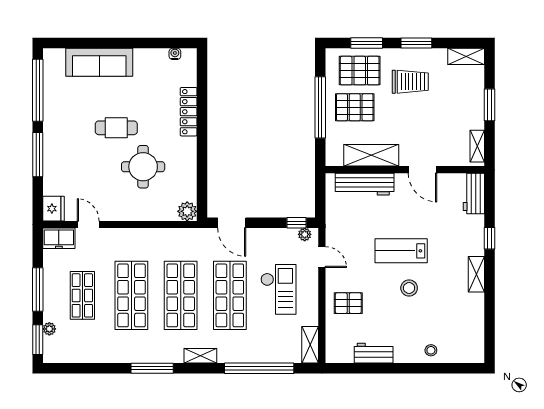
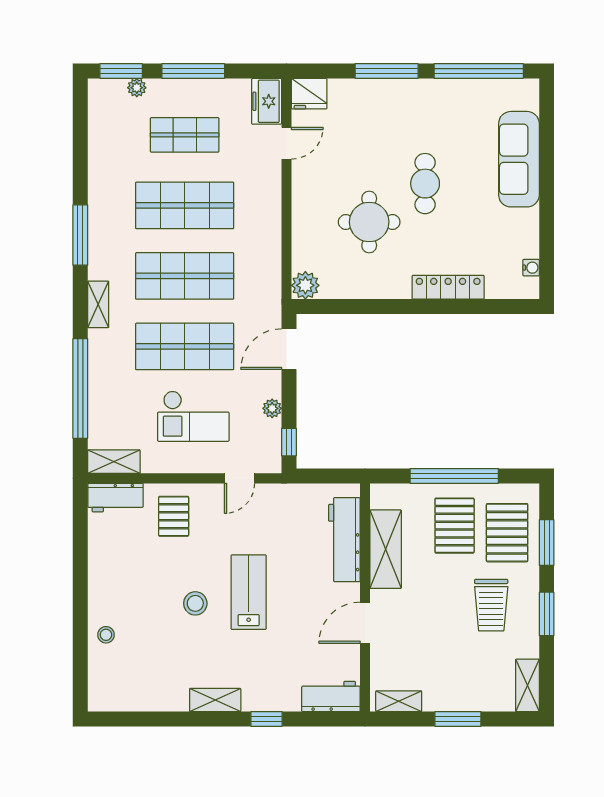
plant: (305, 234) -> (272, 408), moved
workbench: (374, 353) -> (115, 498), moved, turned 90

